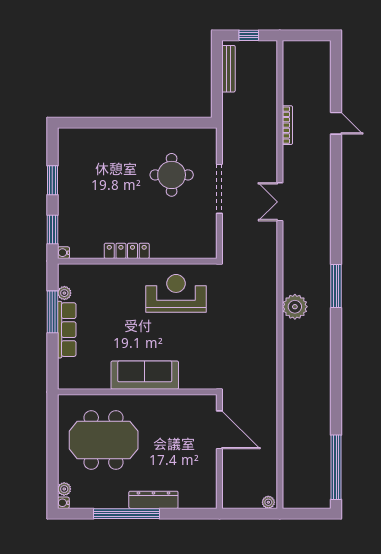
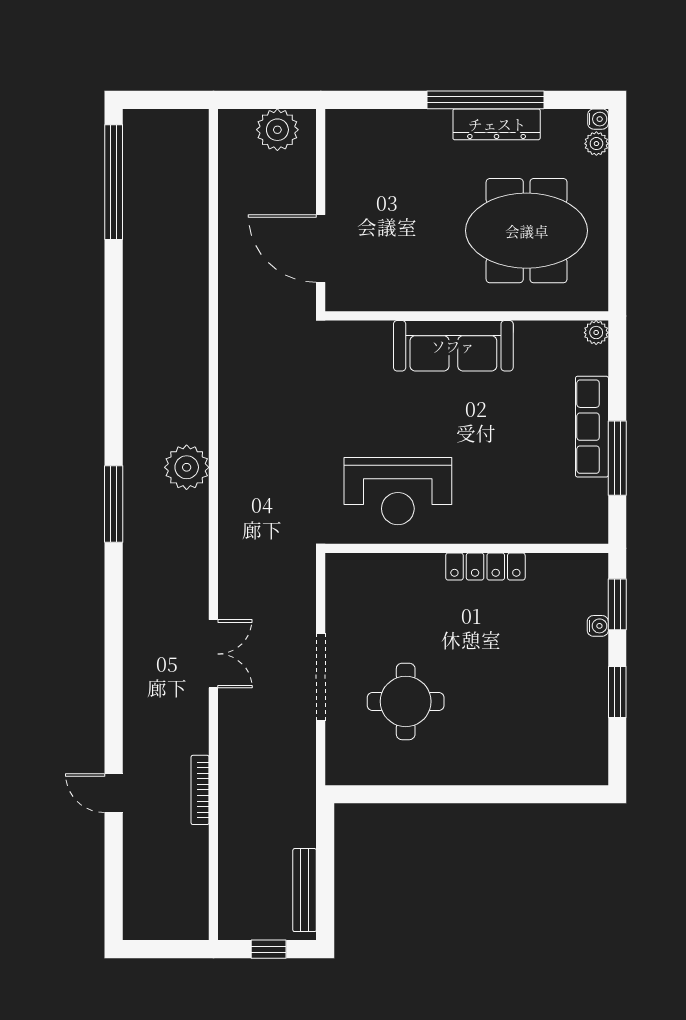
water cooler: (63, 253) -> (598, 626), moved
plant: (64, 293) -> (596, 333), moved
dresser: (153, 500) -> (497, 124), moved
plant: (268, 502) -> (277, 130), moved, width x1.87, depth x1.87

